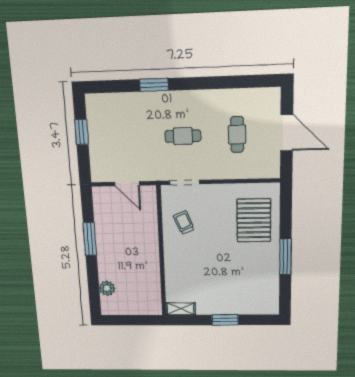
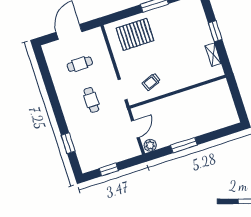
window: (154, 85) -> (68, 143), moved
plant: (107, 288) -> (150, 145), moved
shelving: (181, 309) -> (213, 55), moved

